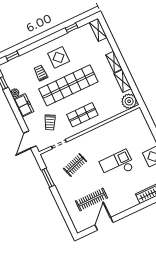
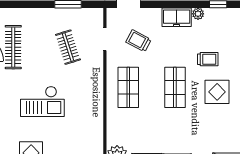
shop shelf: (68, 85) -> (175, 87), width x0.50, depth x0.74
checkout: (117, 165) -> (42, 101), turned 90

